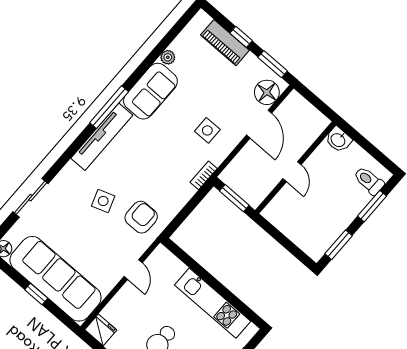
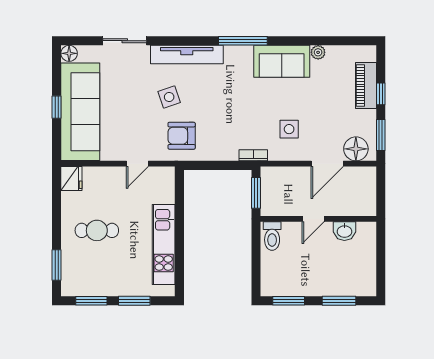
tv unit: (102, 137) -> (187, 54), moved
washbasin: (338, 140) -> (344, 231), moved, turned -90
toilet: (369, 181) -> (272, 236), moved, turned 180
armchair: (141, 217) -> (182, 136), turned 180

